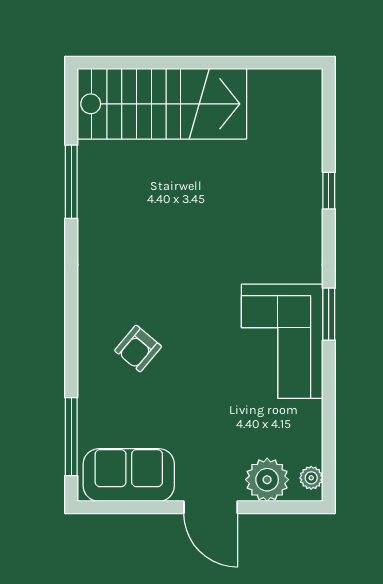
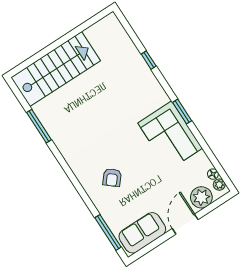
floor lamp: (312, 453) -> (213, 174), added
door: (211, 507) -> (185, 224), swing flipped

